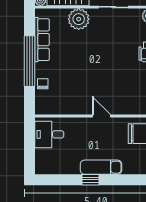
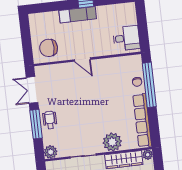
row of seats: (42, 40) -> (142, 120), width x1.36
window: (30, 61) -> (149, 85), moved

